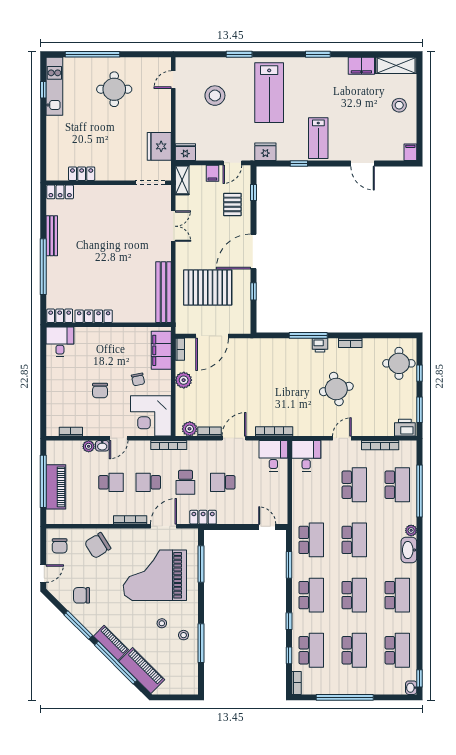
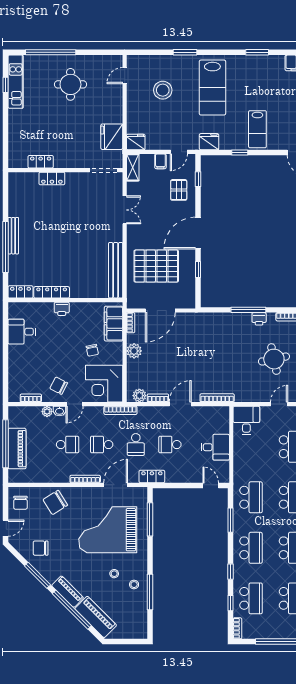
locker: (60, 192) -> (52, 178), moved
bench: (52, 236) -> (13, 236), moved
printer: (105, 334) -> (62, 309), added
desk: (60, 342) -> (22, 332), moved, turned -90
chair: (100, 390) -> (59, 386), moved, turned 117
desk: (273, 456) -> (215, 447), moved, turned 90

